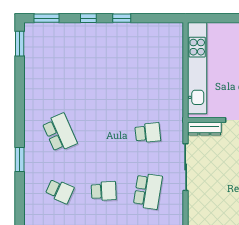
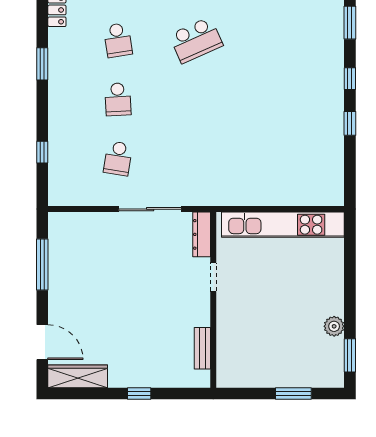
school desk: (148, 133) -> (196, 158), removed
school desk: (60, 191) -> (118, 40), turned -33
school desk: (148, 191) -> (118, 158), width x0.54

